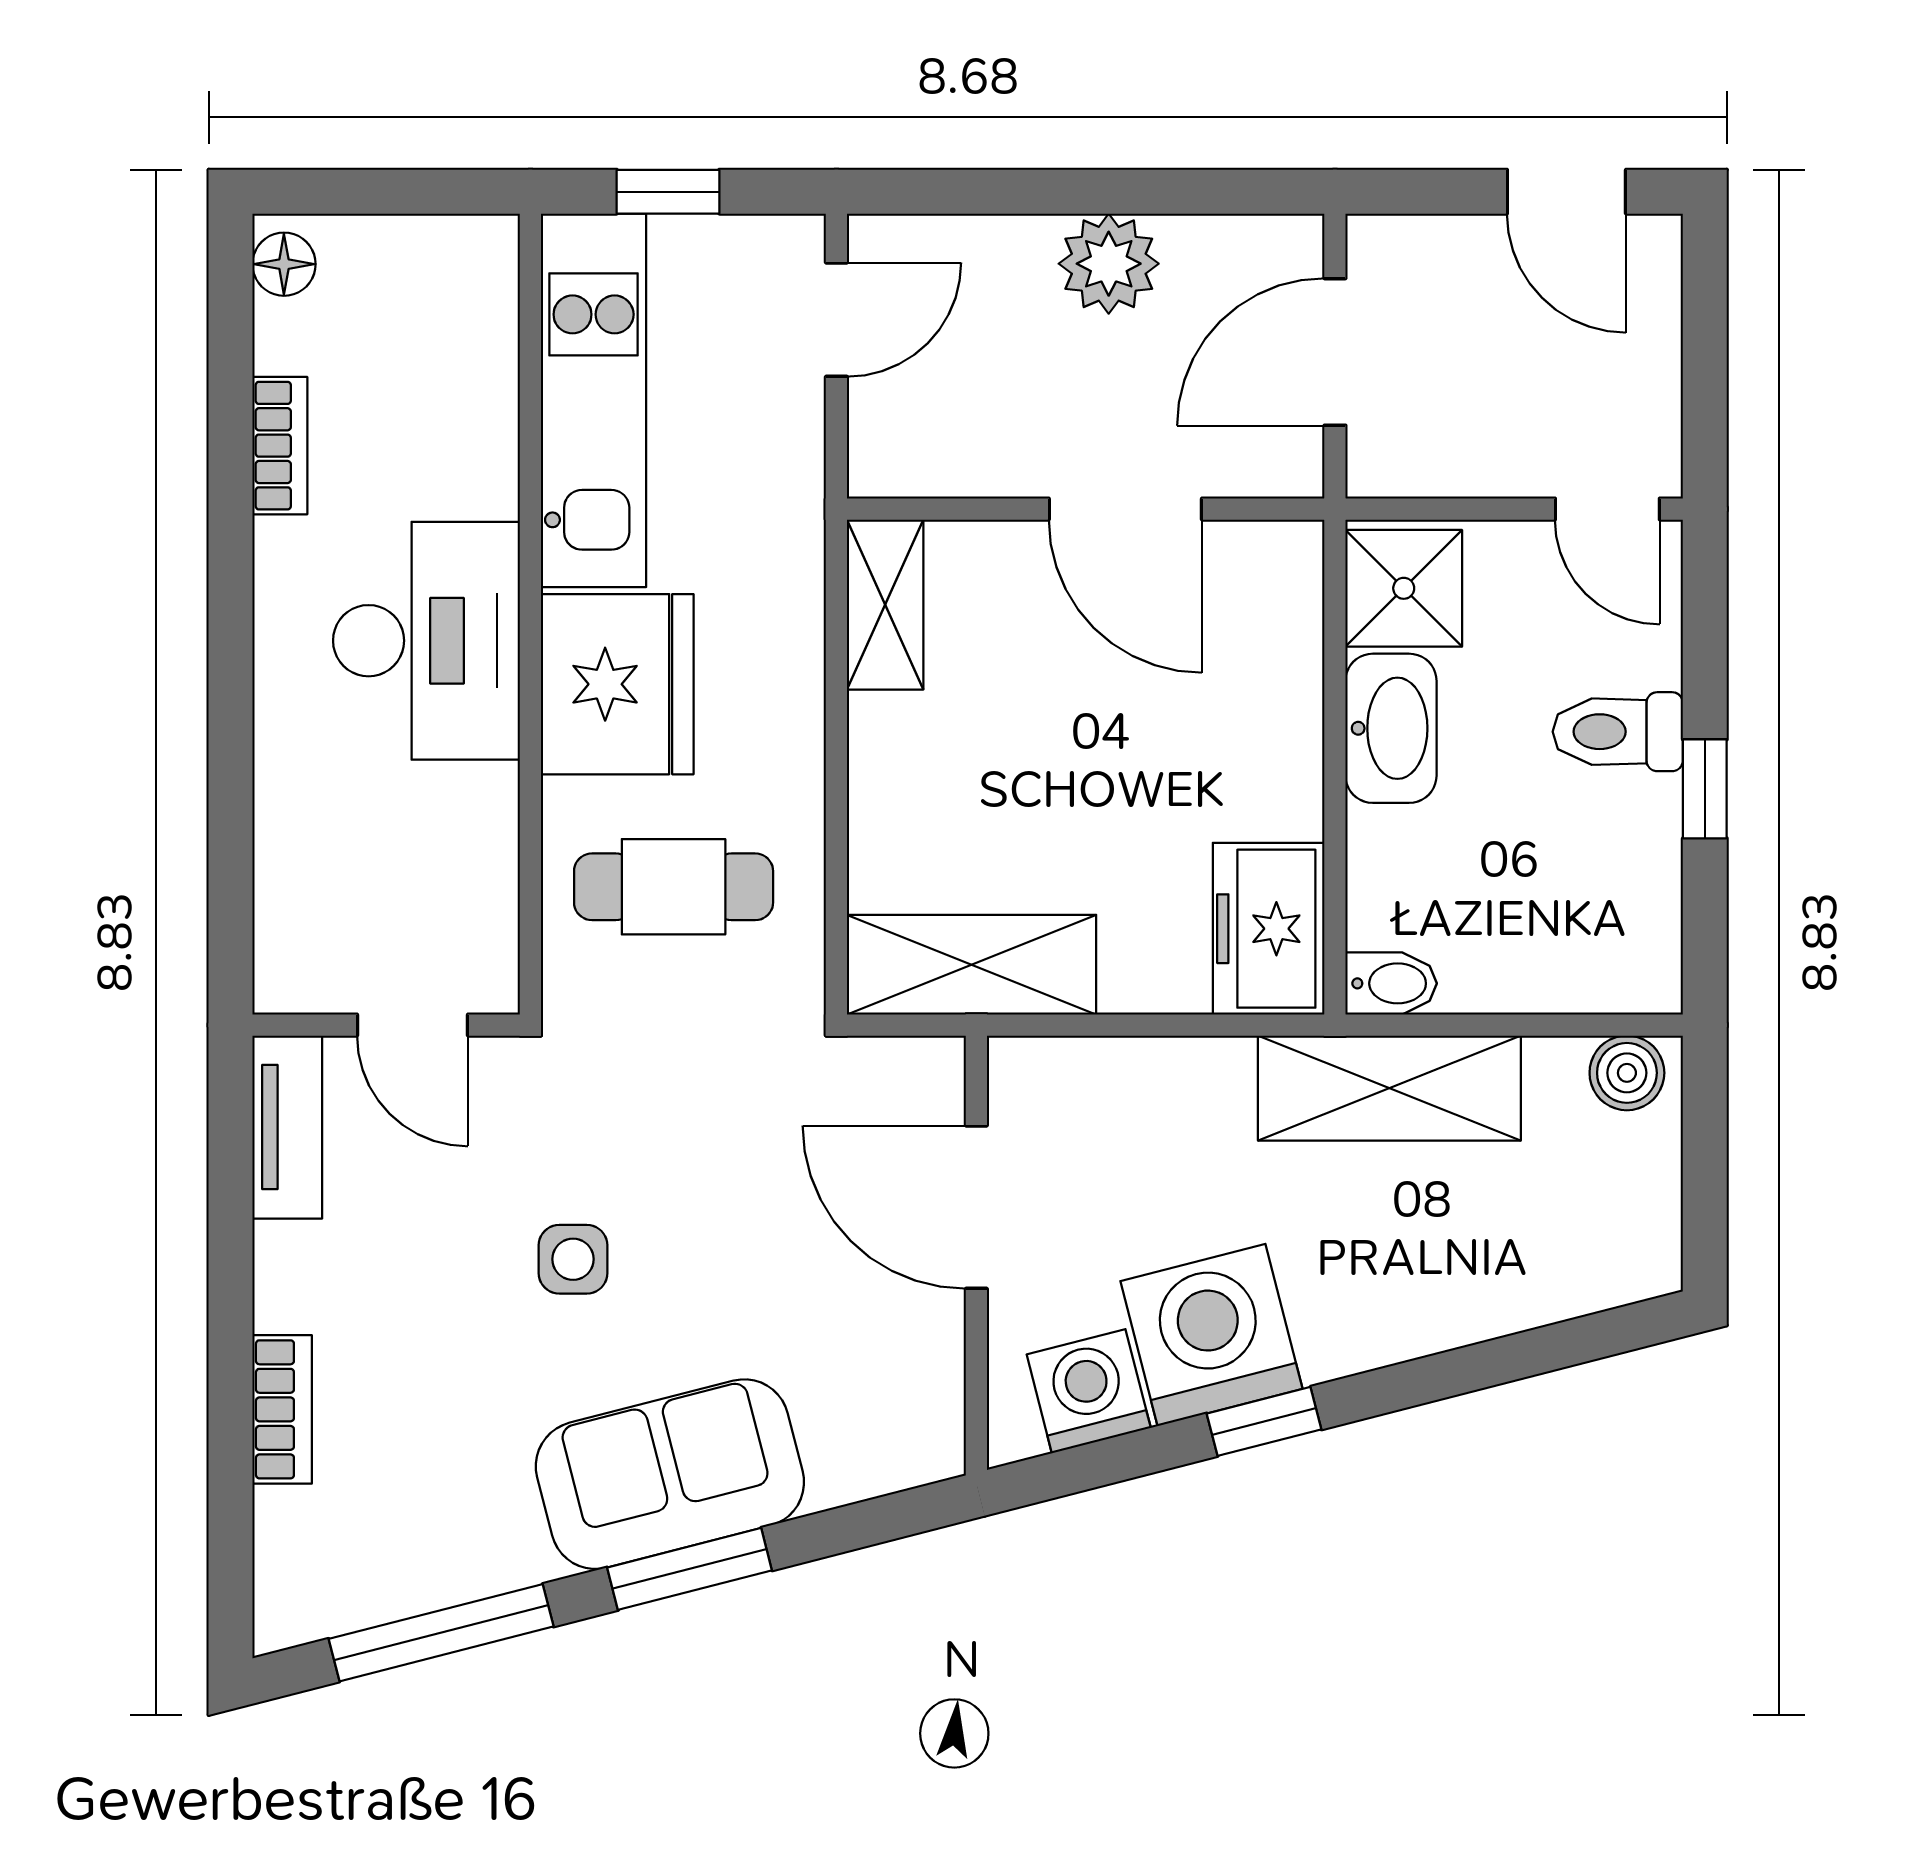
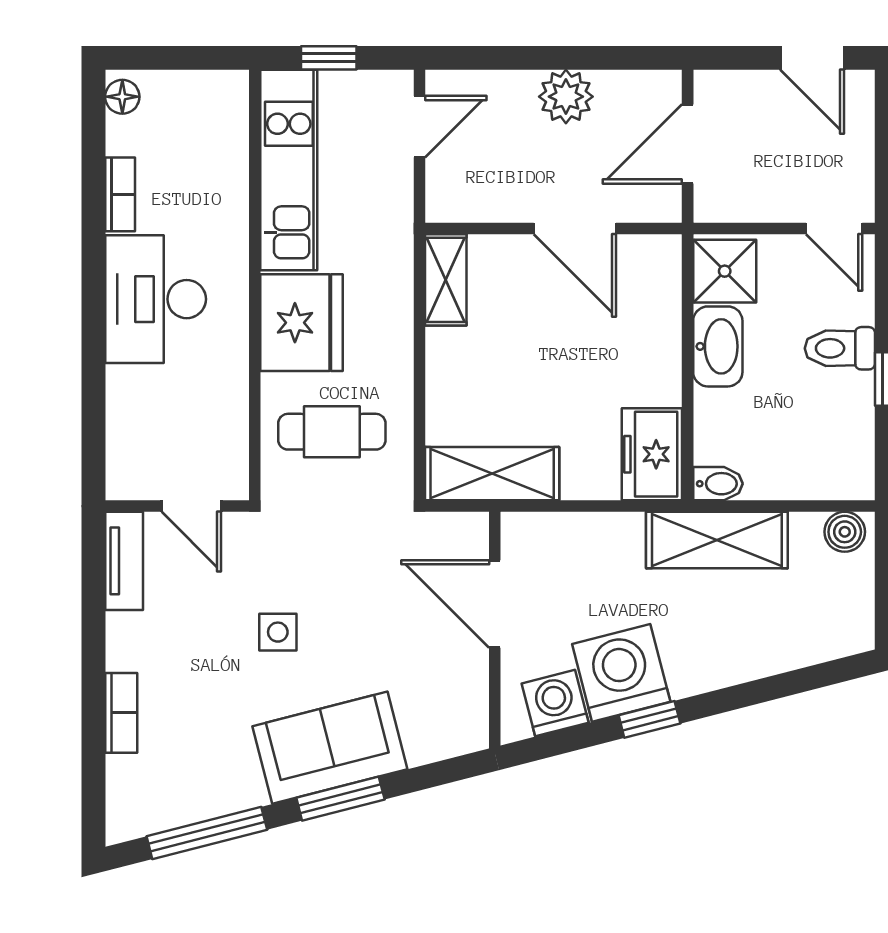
desk: (426, 641) -> (156, 299), moved, turned 180

